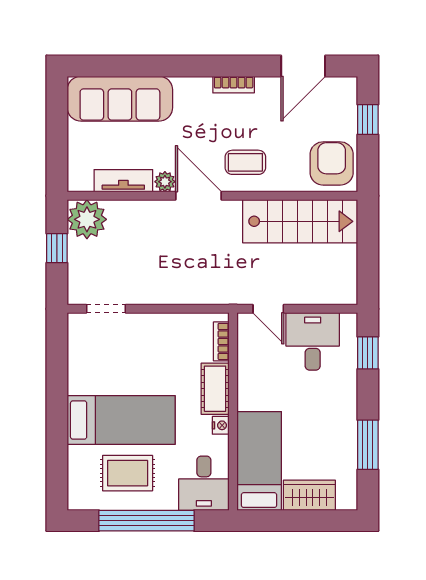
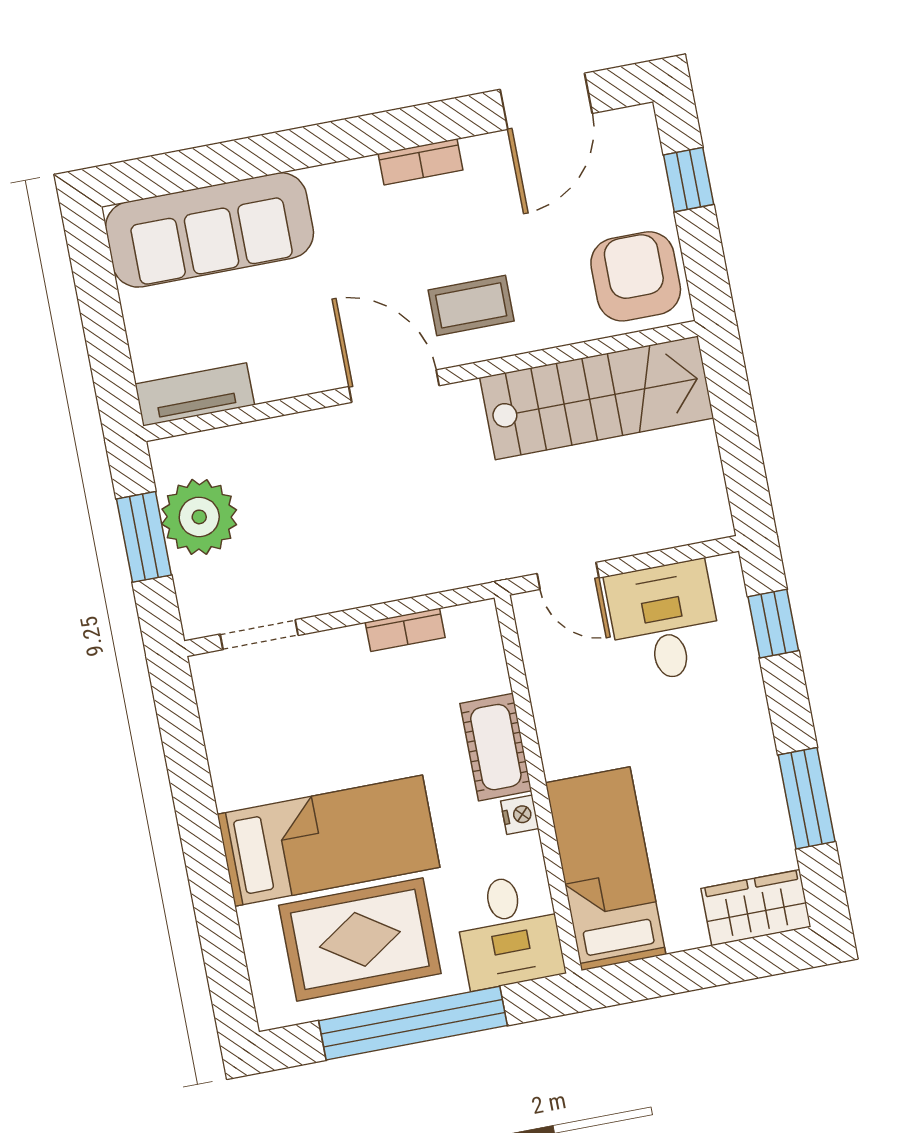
tv unit: (123, 181) -> (195, 394), moved
plant: (165, 182) -> (325, 372), removed
plant: (87, 219) -> (199, 517), moved
window: (57, 248) -> (144, 537), width x1.50
bookcase: (221, 341) -> (405, 630), moved, turned -90
rug: (128, 473) -> (360, 939), width x1.36, depth x1.43
wardrobe: (309, 495) -> (756, 908), moved

